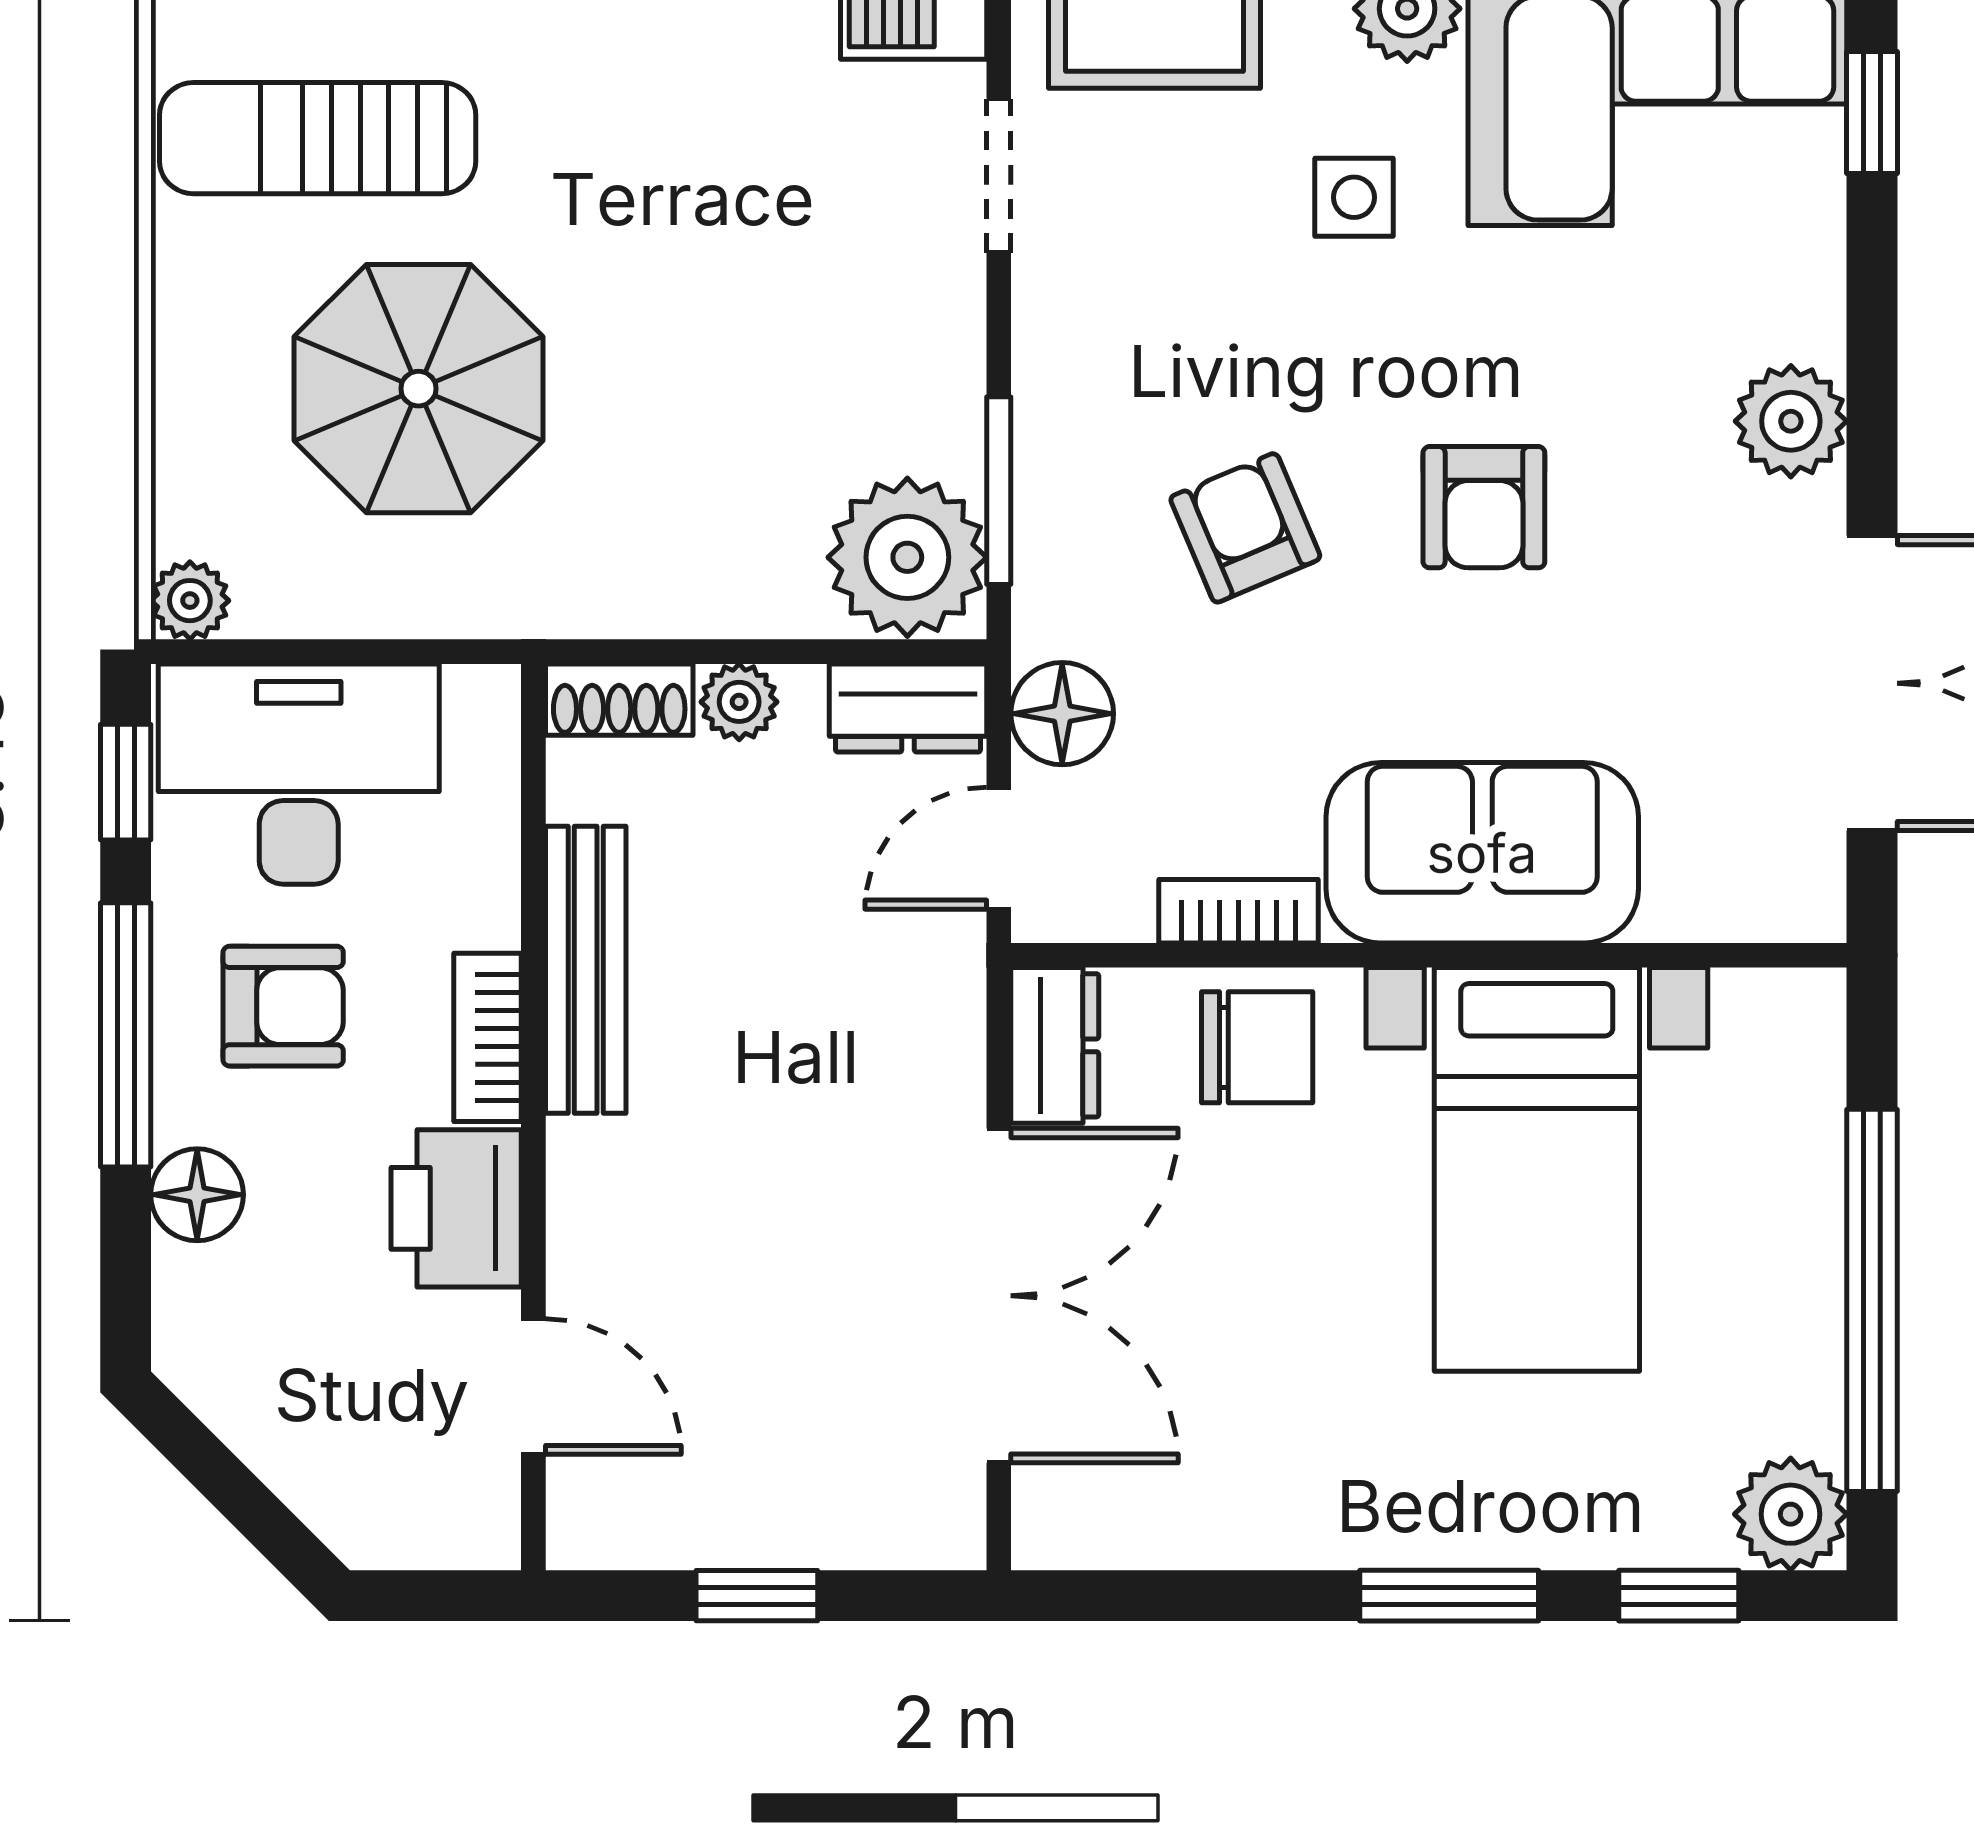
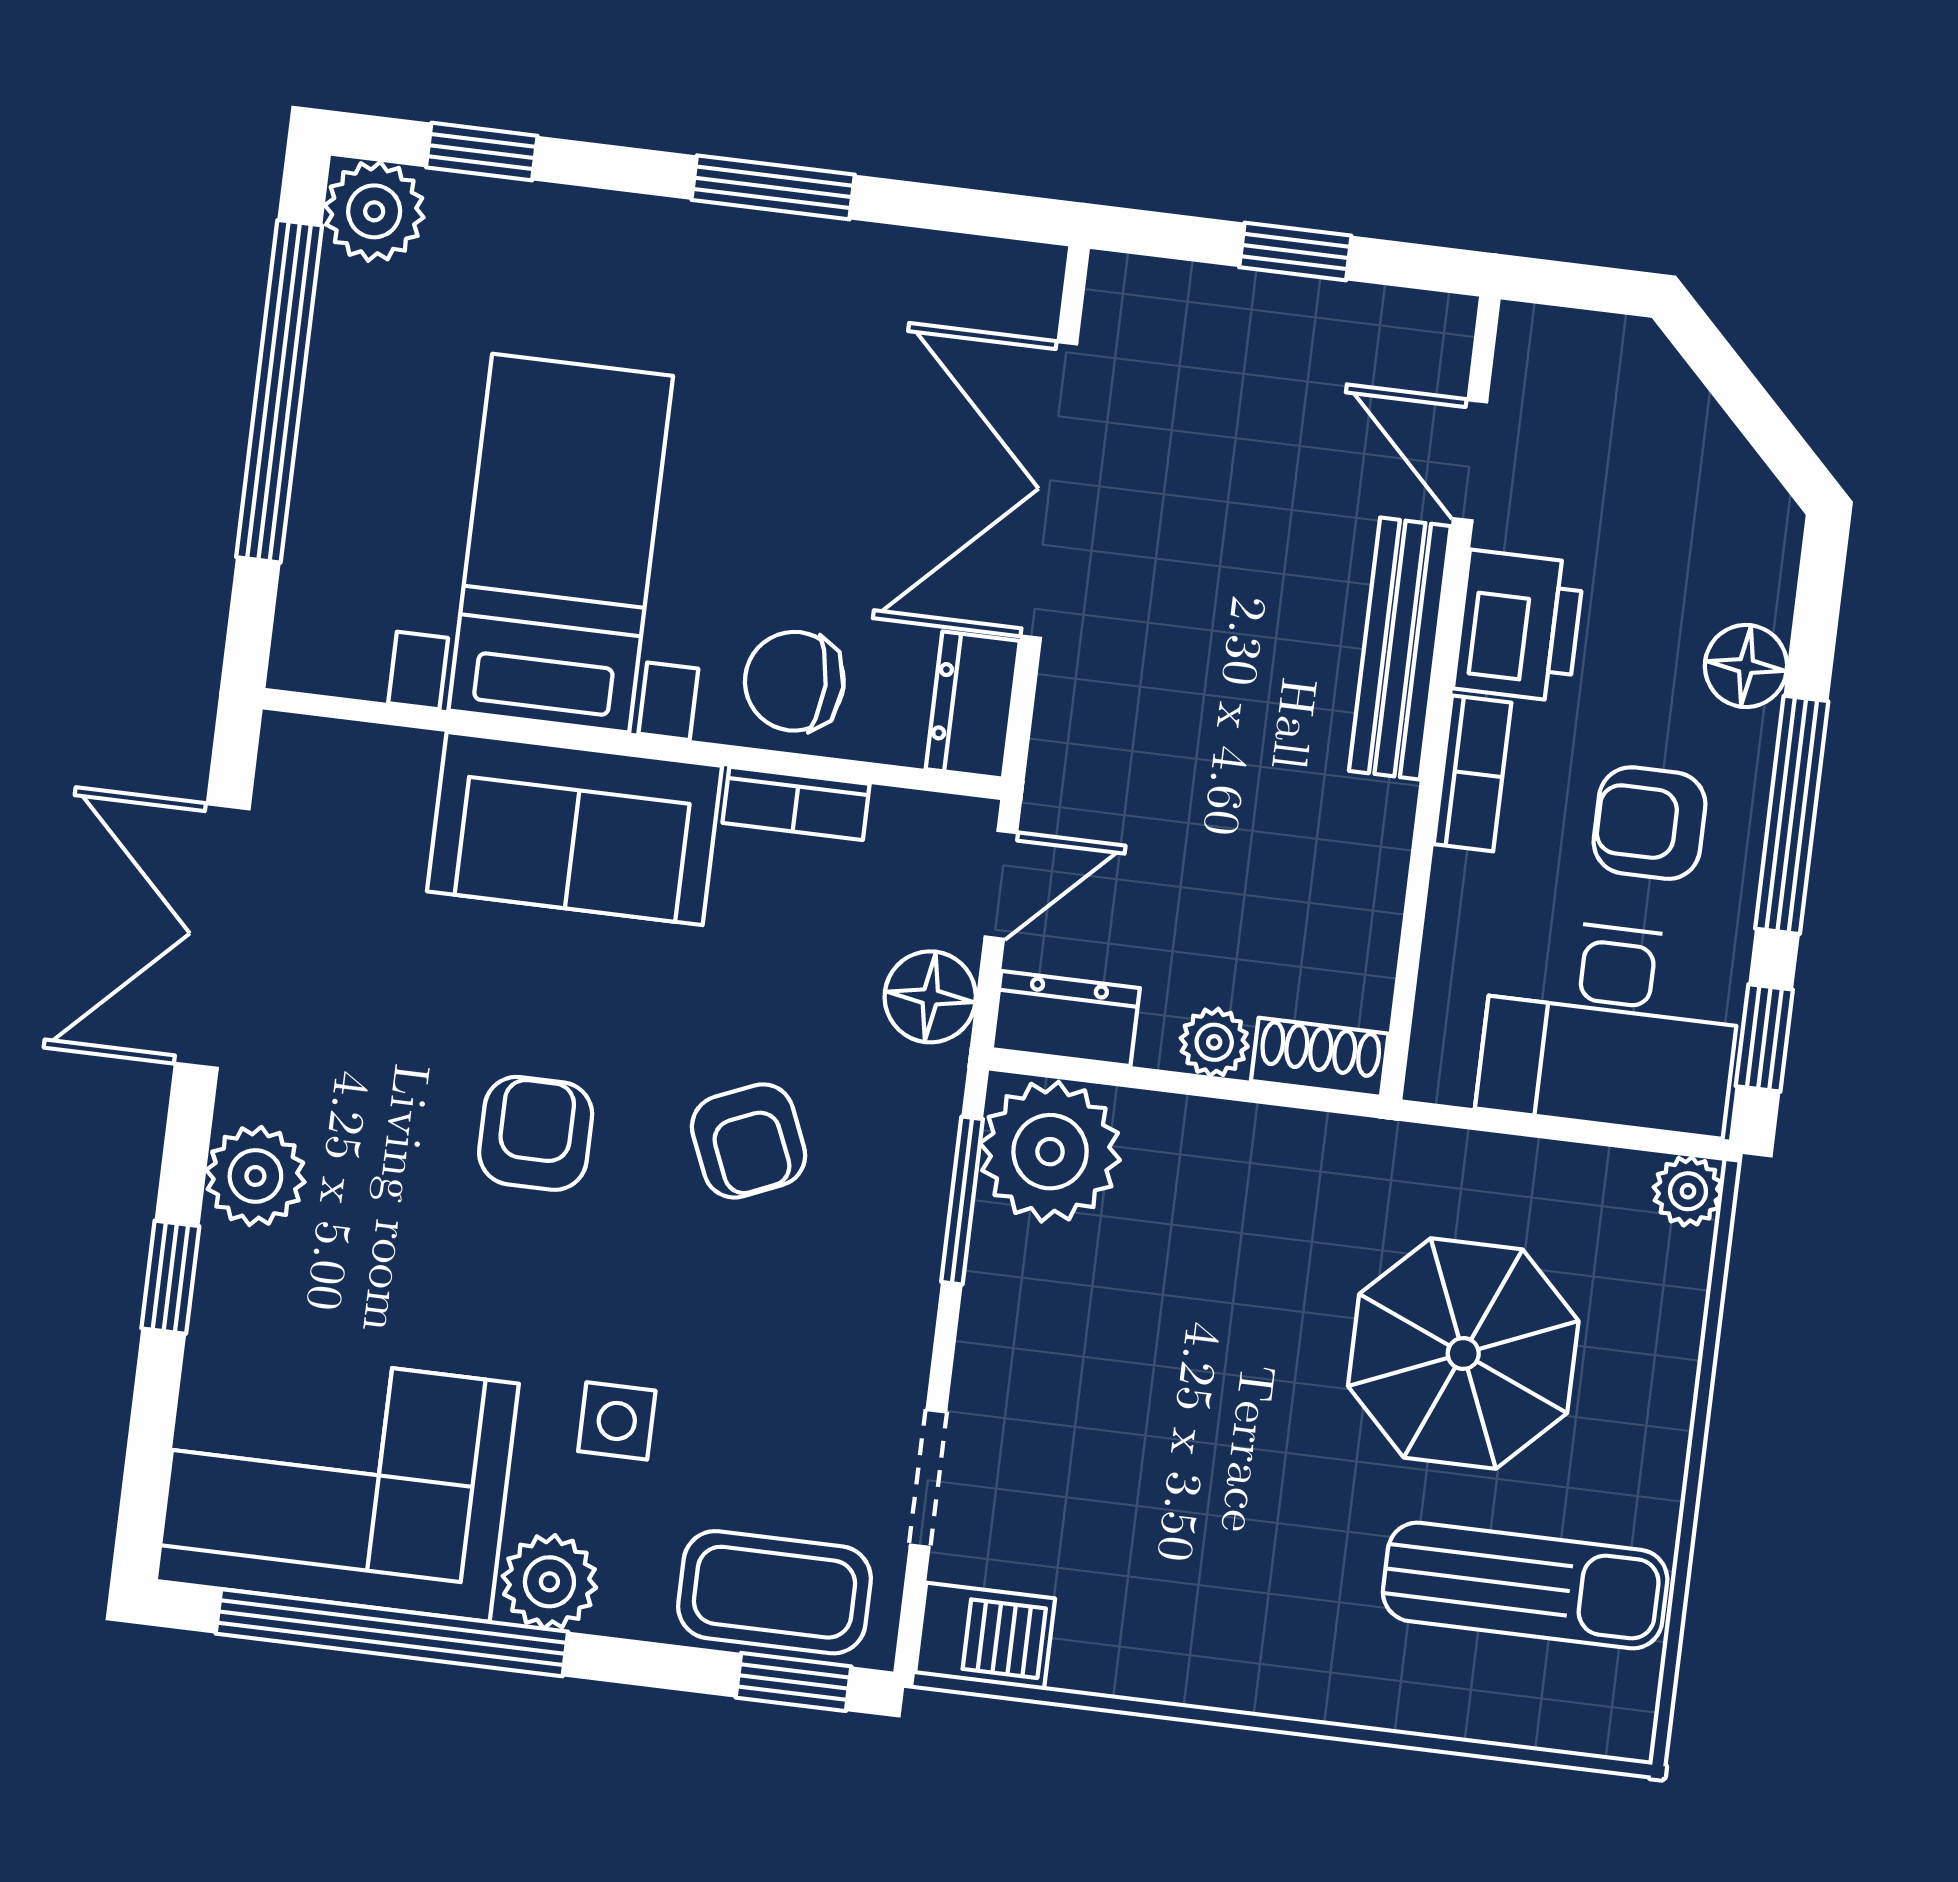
window: (1872, 112) -> (170, 1277), moved
bench: (586, 970) -> (1400, 649), moved
window: (1449, 1596) -> (773, 187), moved

